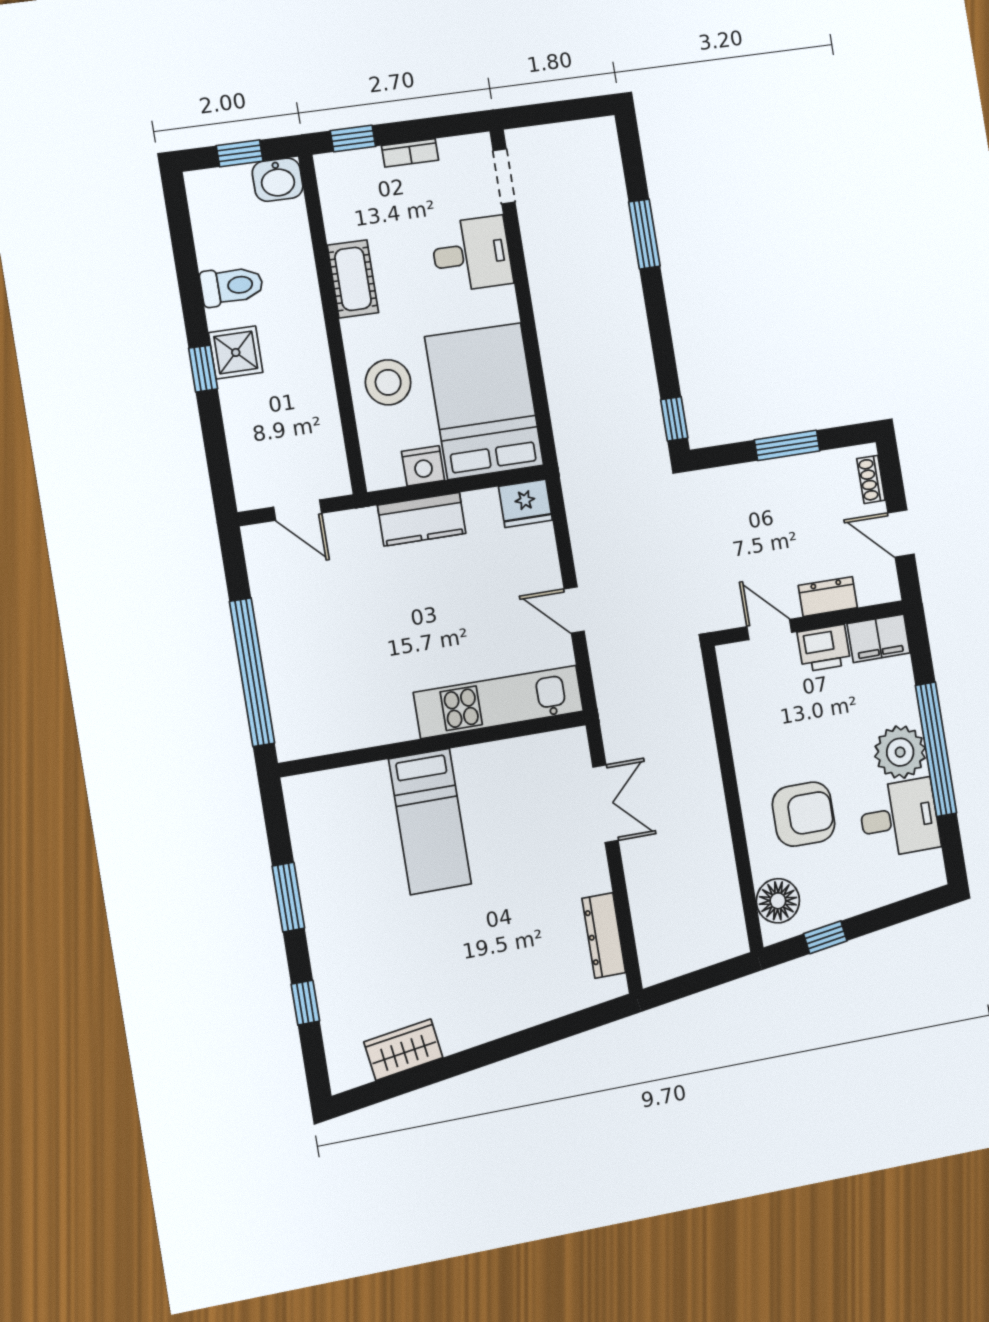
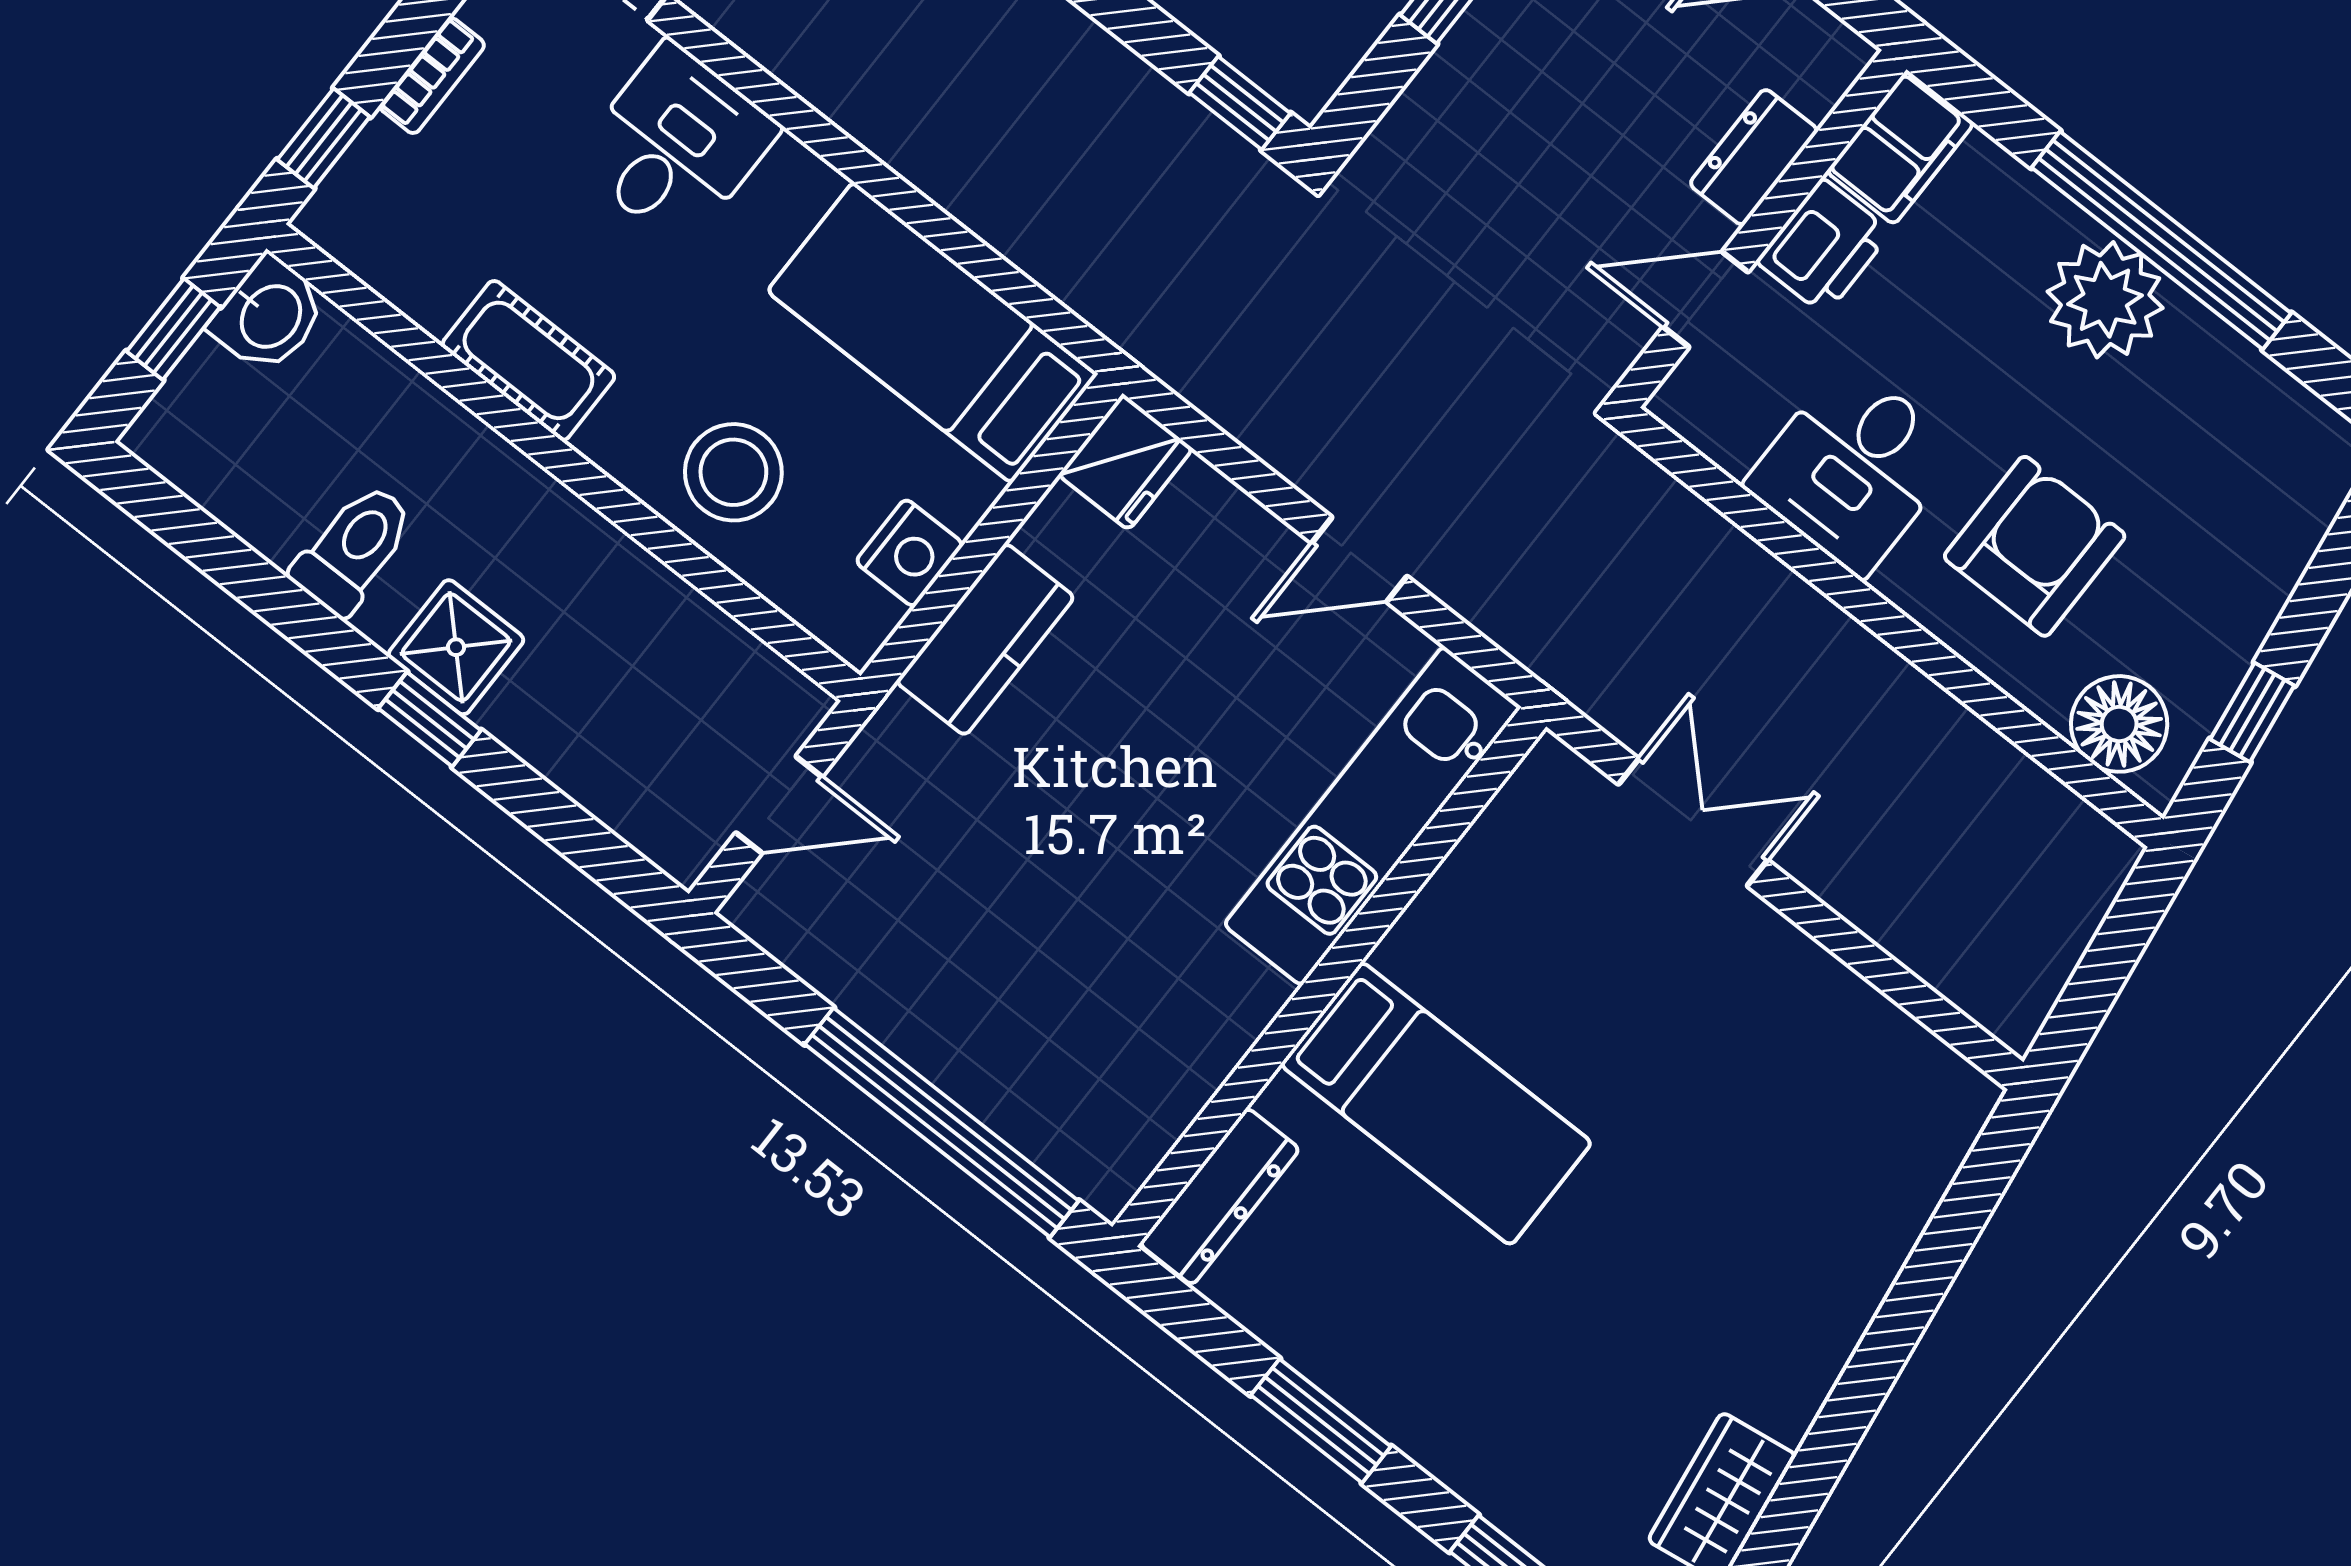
bed: (484, 401) -> (932, 333), width x0.67
desk: (899, 818) -> (1853, 468), moved, turned 180
dresser: (604, 935) -> (1220, 1196), moved, turned -90

